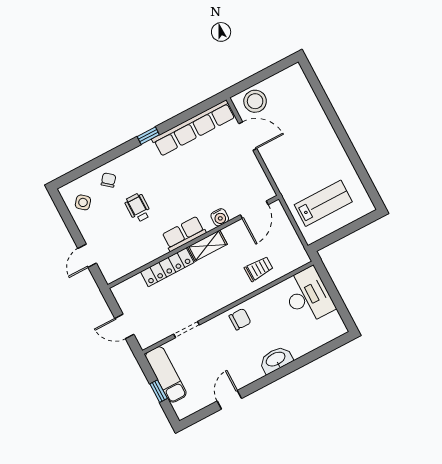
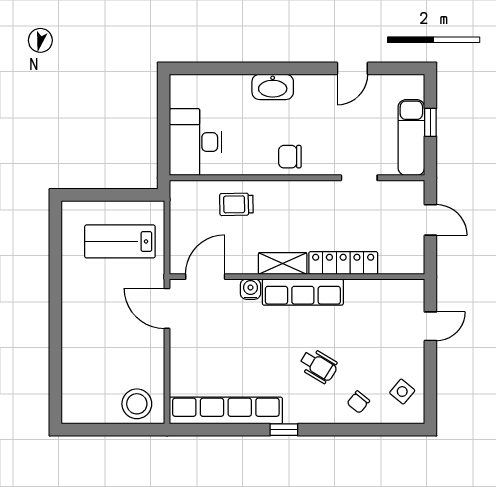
door: (248, 136) -> (167, 308), moved
wheelchair: (138, 208) -> (318, 366), moved, turned -59
row of seats: (184, 234) -> (303, 292), width x1.48

